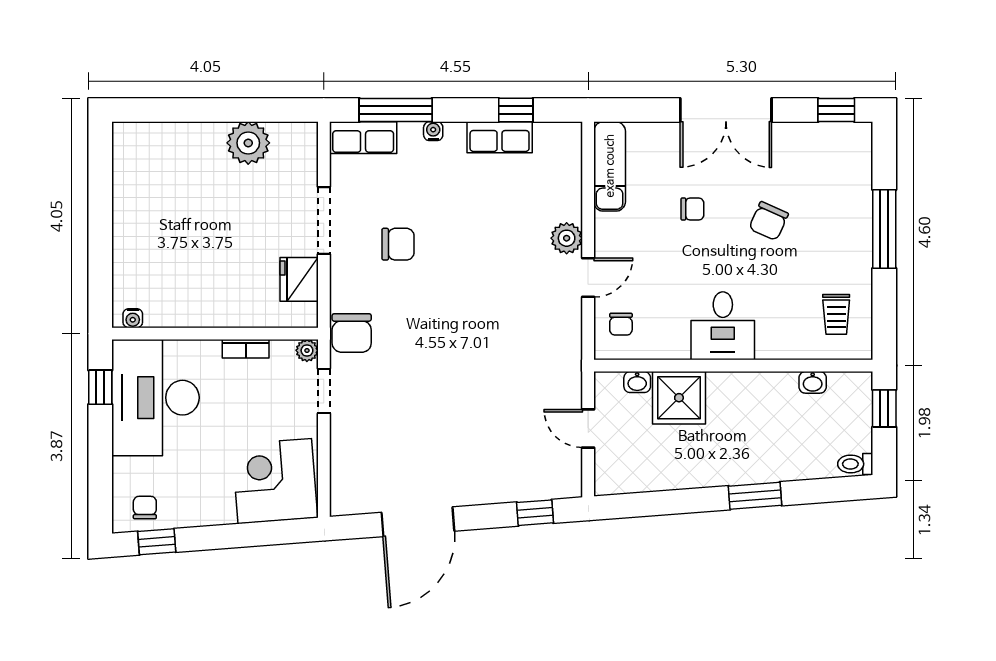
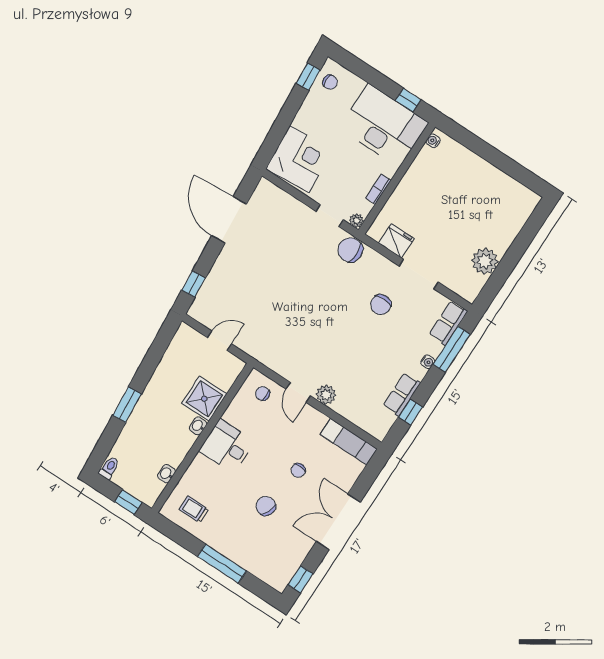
washbasin: (637, 382) -> (198, 426), moved

